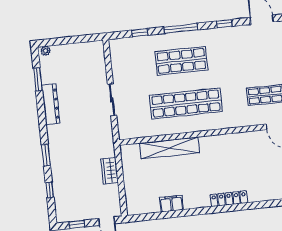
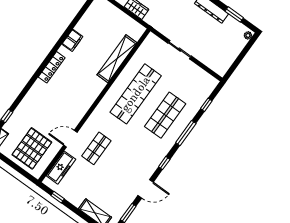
filing cabinet: (171, 204) -> (72, 40), moved

